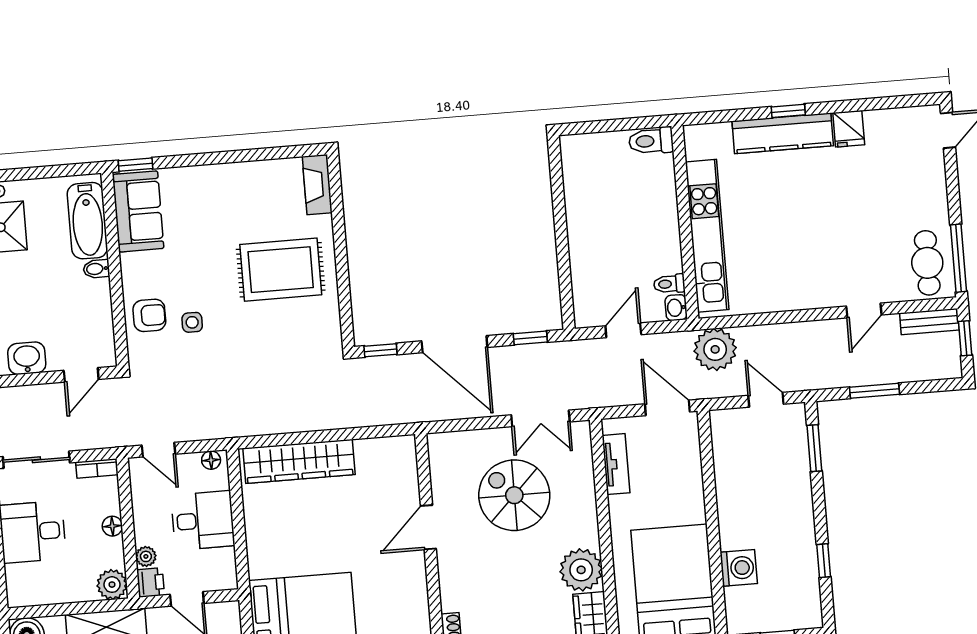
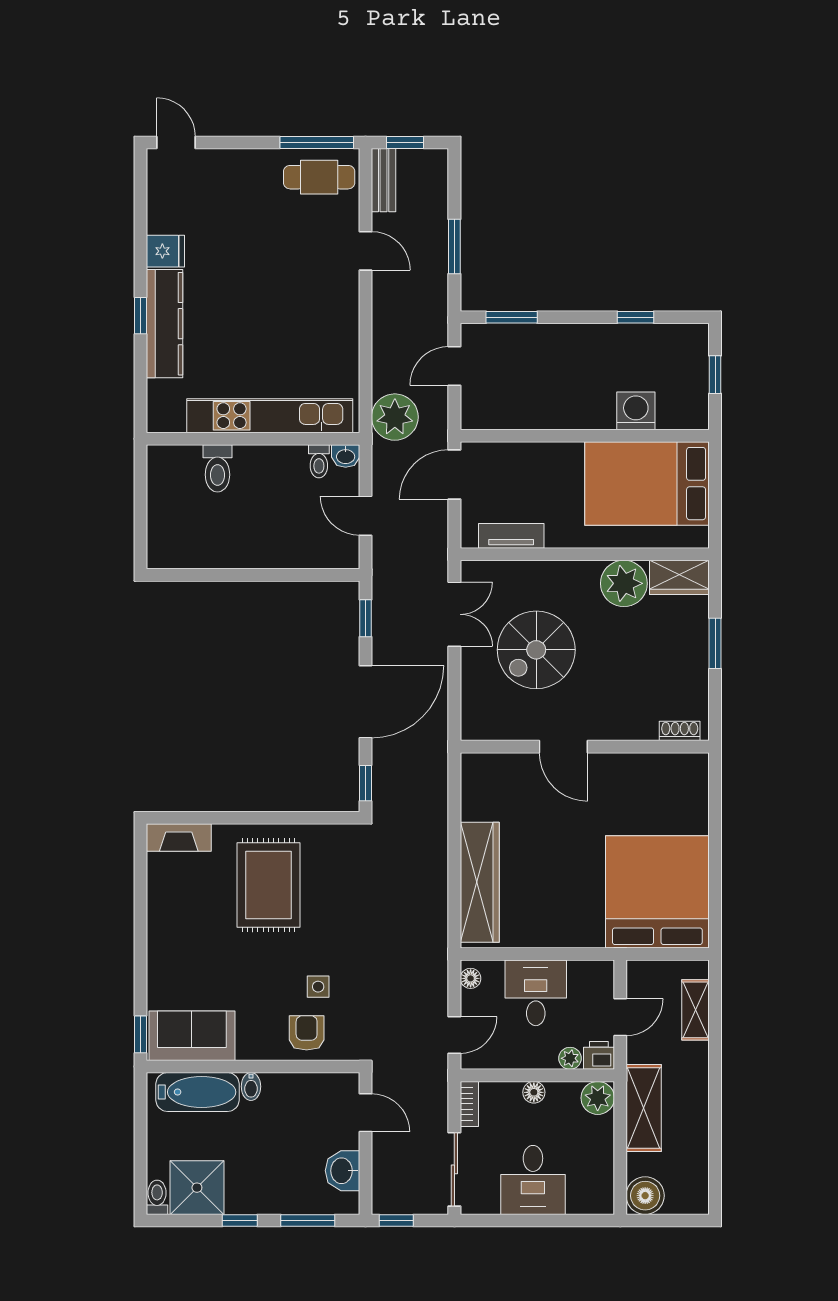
toilet: (651, 141) -> (217, 468), moved

